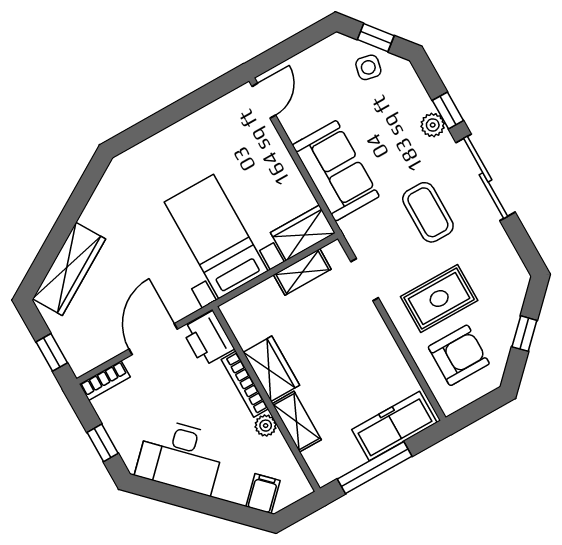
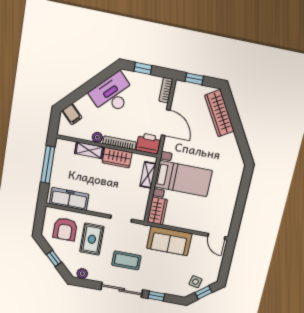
plant: (433, 125) -> (82, 274), moved
shelving: (302, 272) -> (148, 175), moved
freezer: (394, 426) -> (69, 199), moved, turned -90

